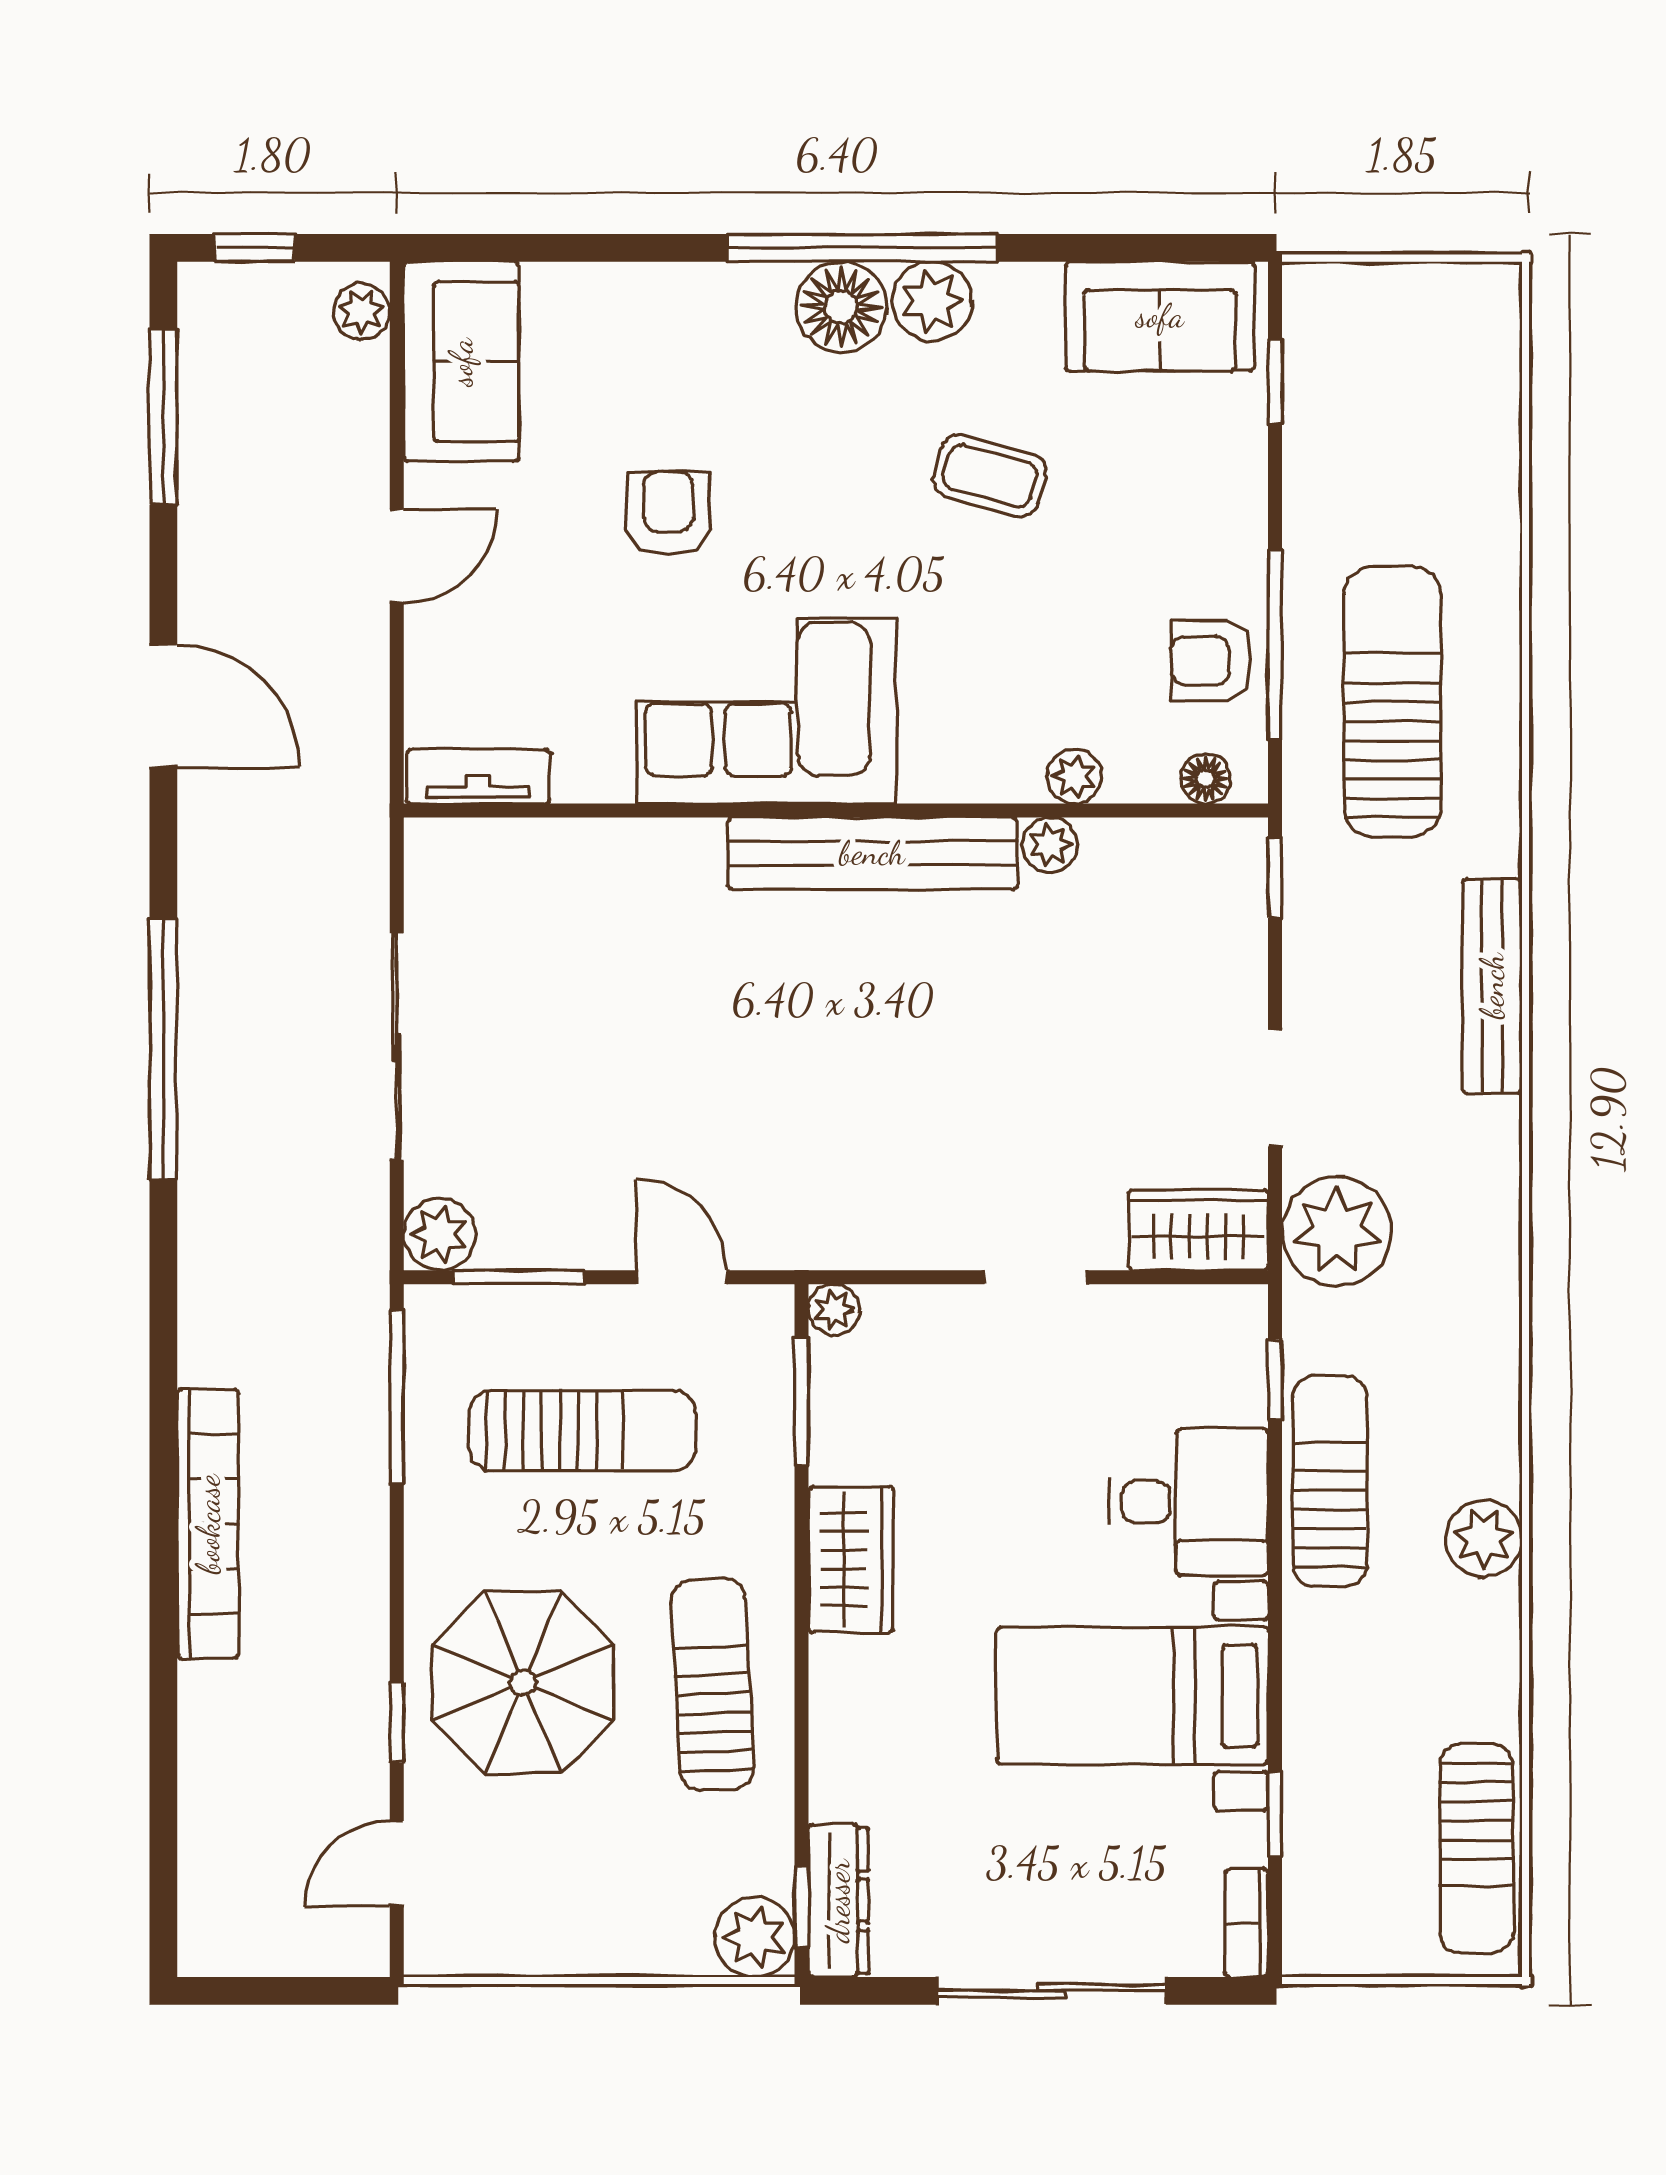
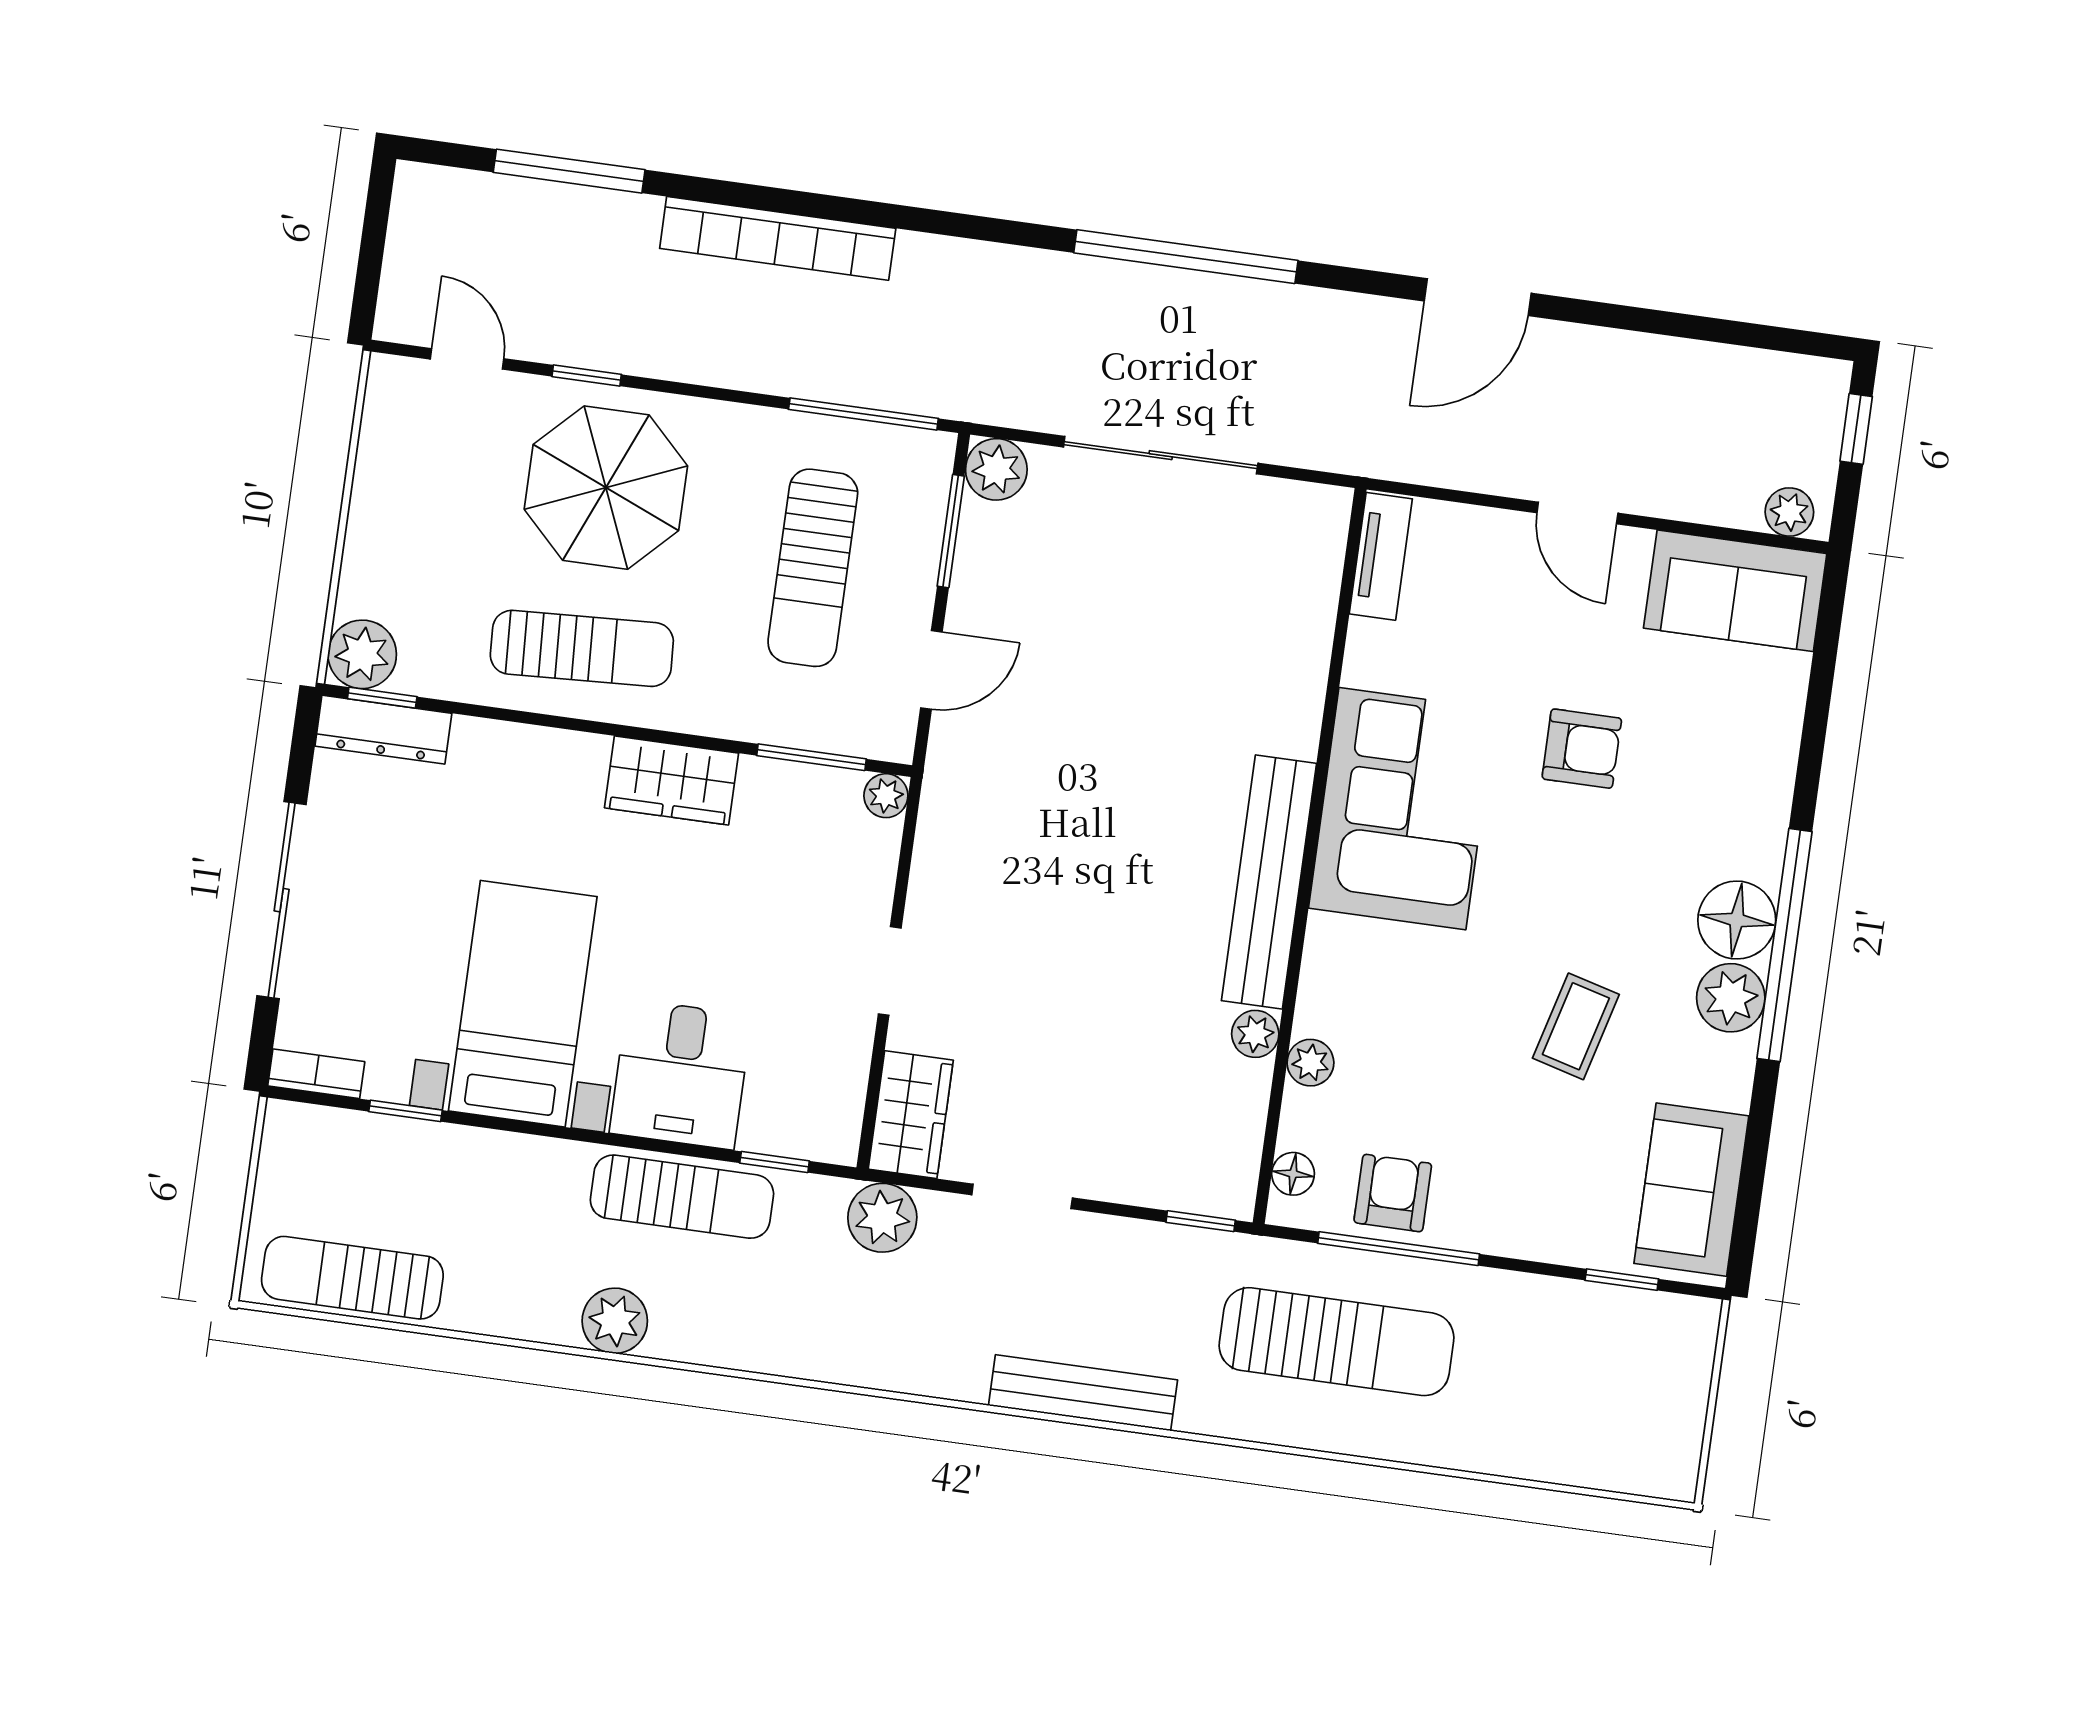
window: (163, 417) -> (569, 171), moved
plant: (1337, 1231) -> (882, 1218), width x0.73, depth x0.73

